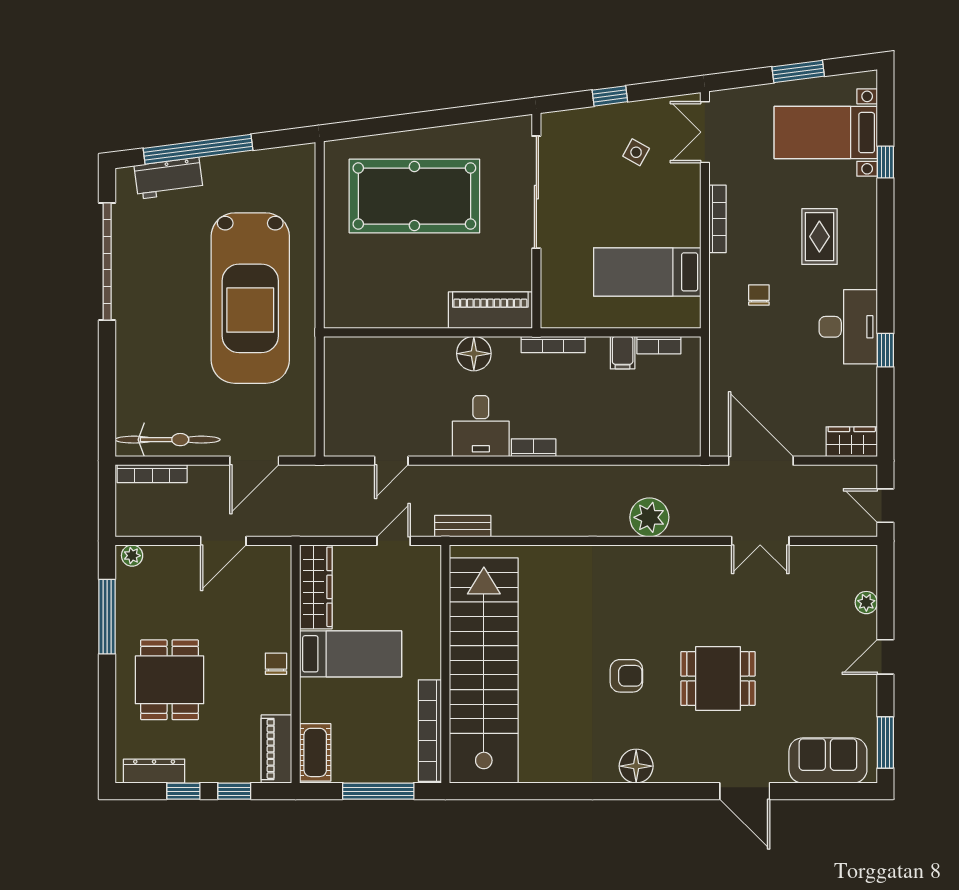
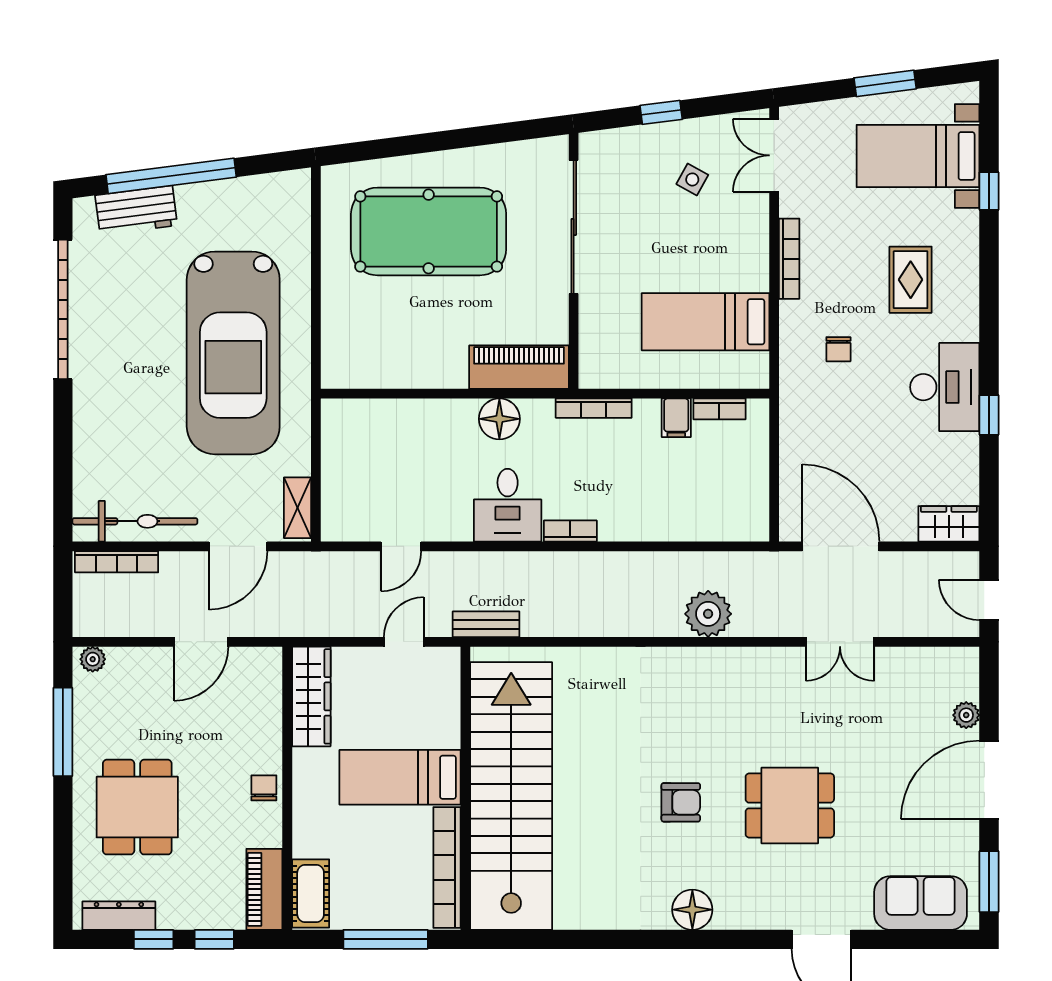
chair: (759, 295) -> (838, 349), turned 180
shelving: (304, 428) -> (297, 508), added
bed: (351, 654) -> (400, 777), moved, turned 180
door: (885, 657) -> (989, 780), width x1.88

